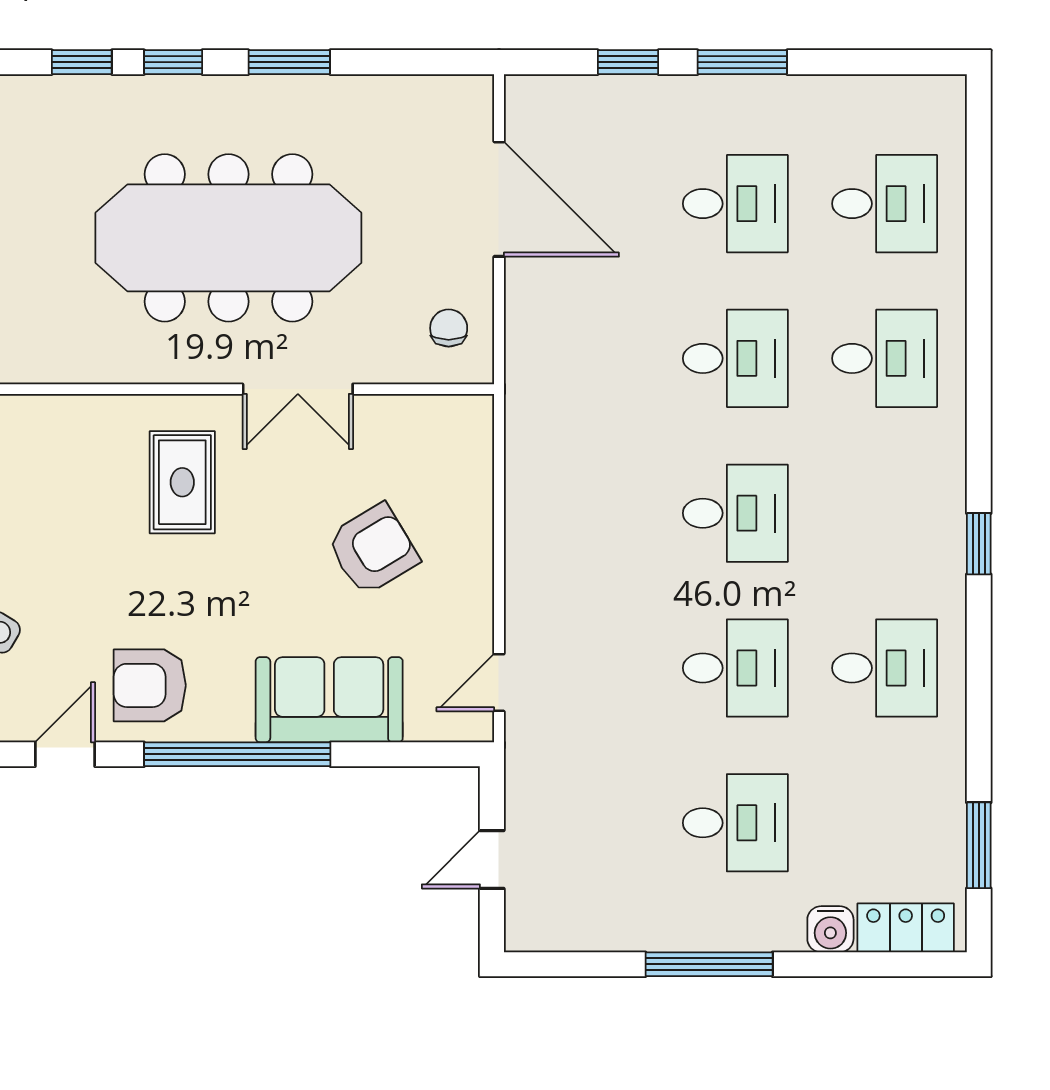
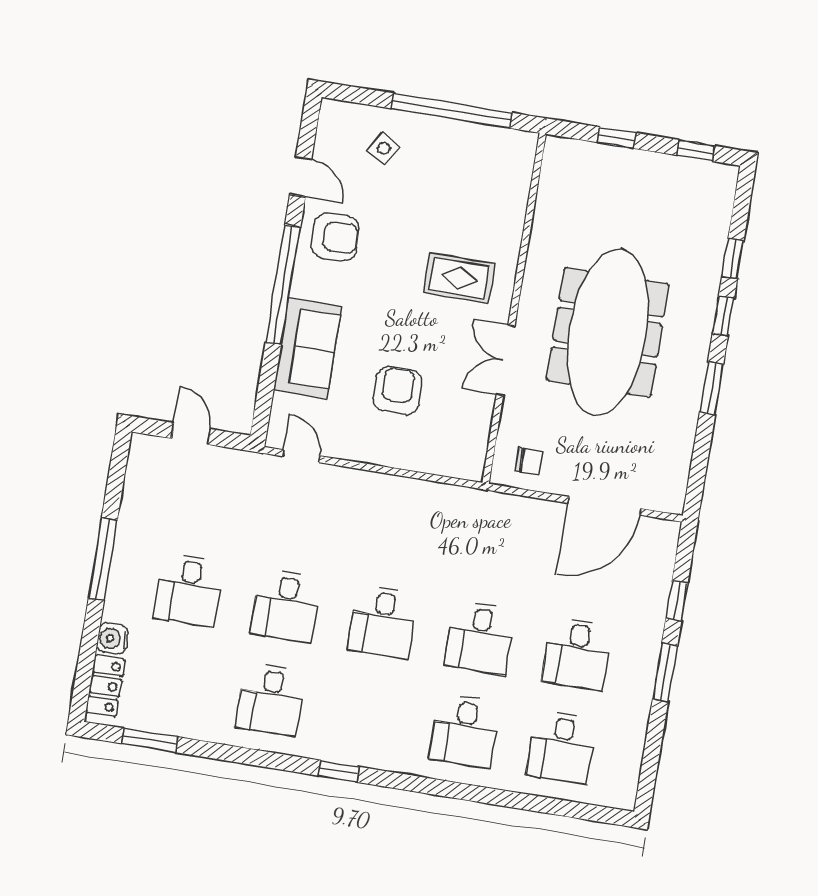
armchair: (373, 549) -> (398, 391), turned -149
armchair: (150, 685) -> (335, 237), turned 88

